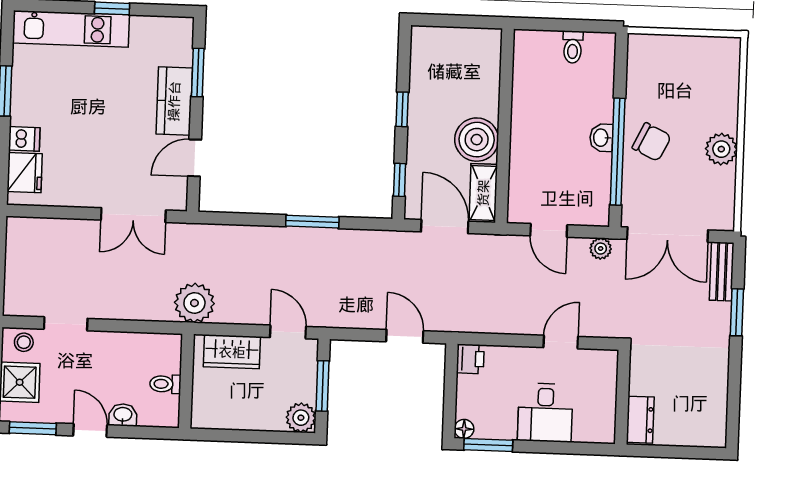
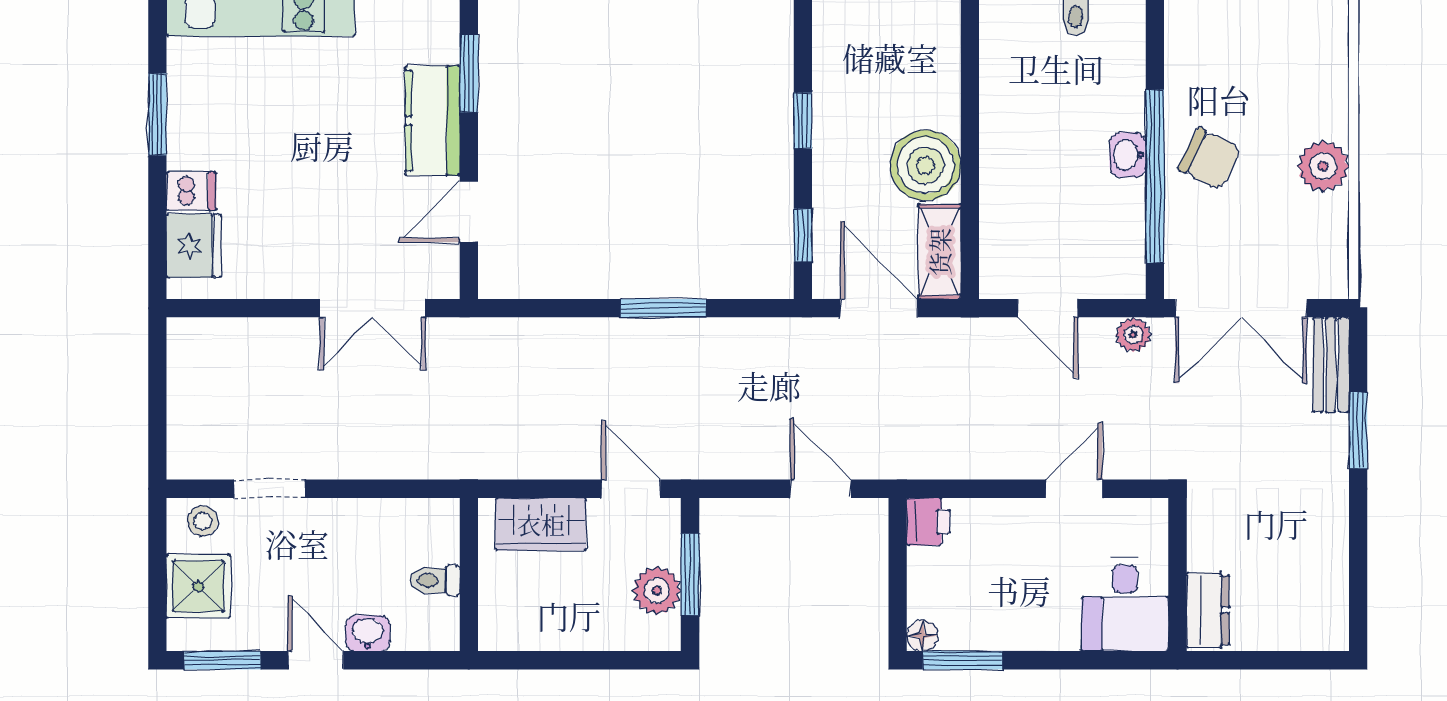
plant: (194, 303) -> (477, 447), removed
desk: (545, 413) -> (1125, 604), moved
plant: (301, 418) -> (657, 591), moved

